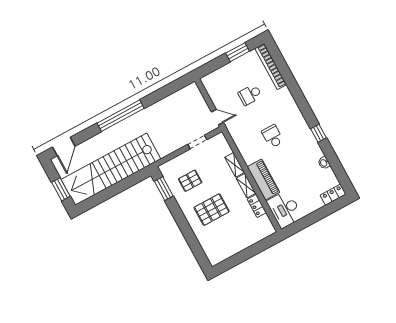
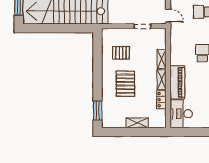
window: (164, 189) -> (98, 110), moved
pallet: (212, 210) -> (125, 84), turned 90
shelving: (245, 243) -> (137, 123), added

